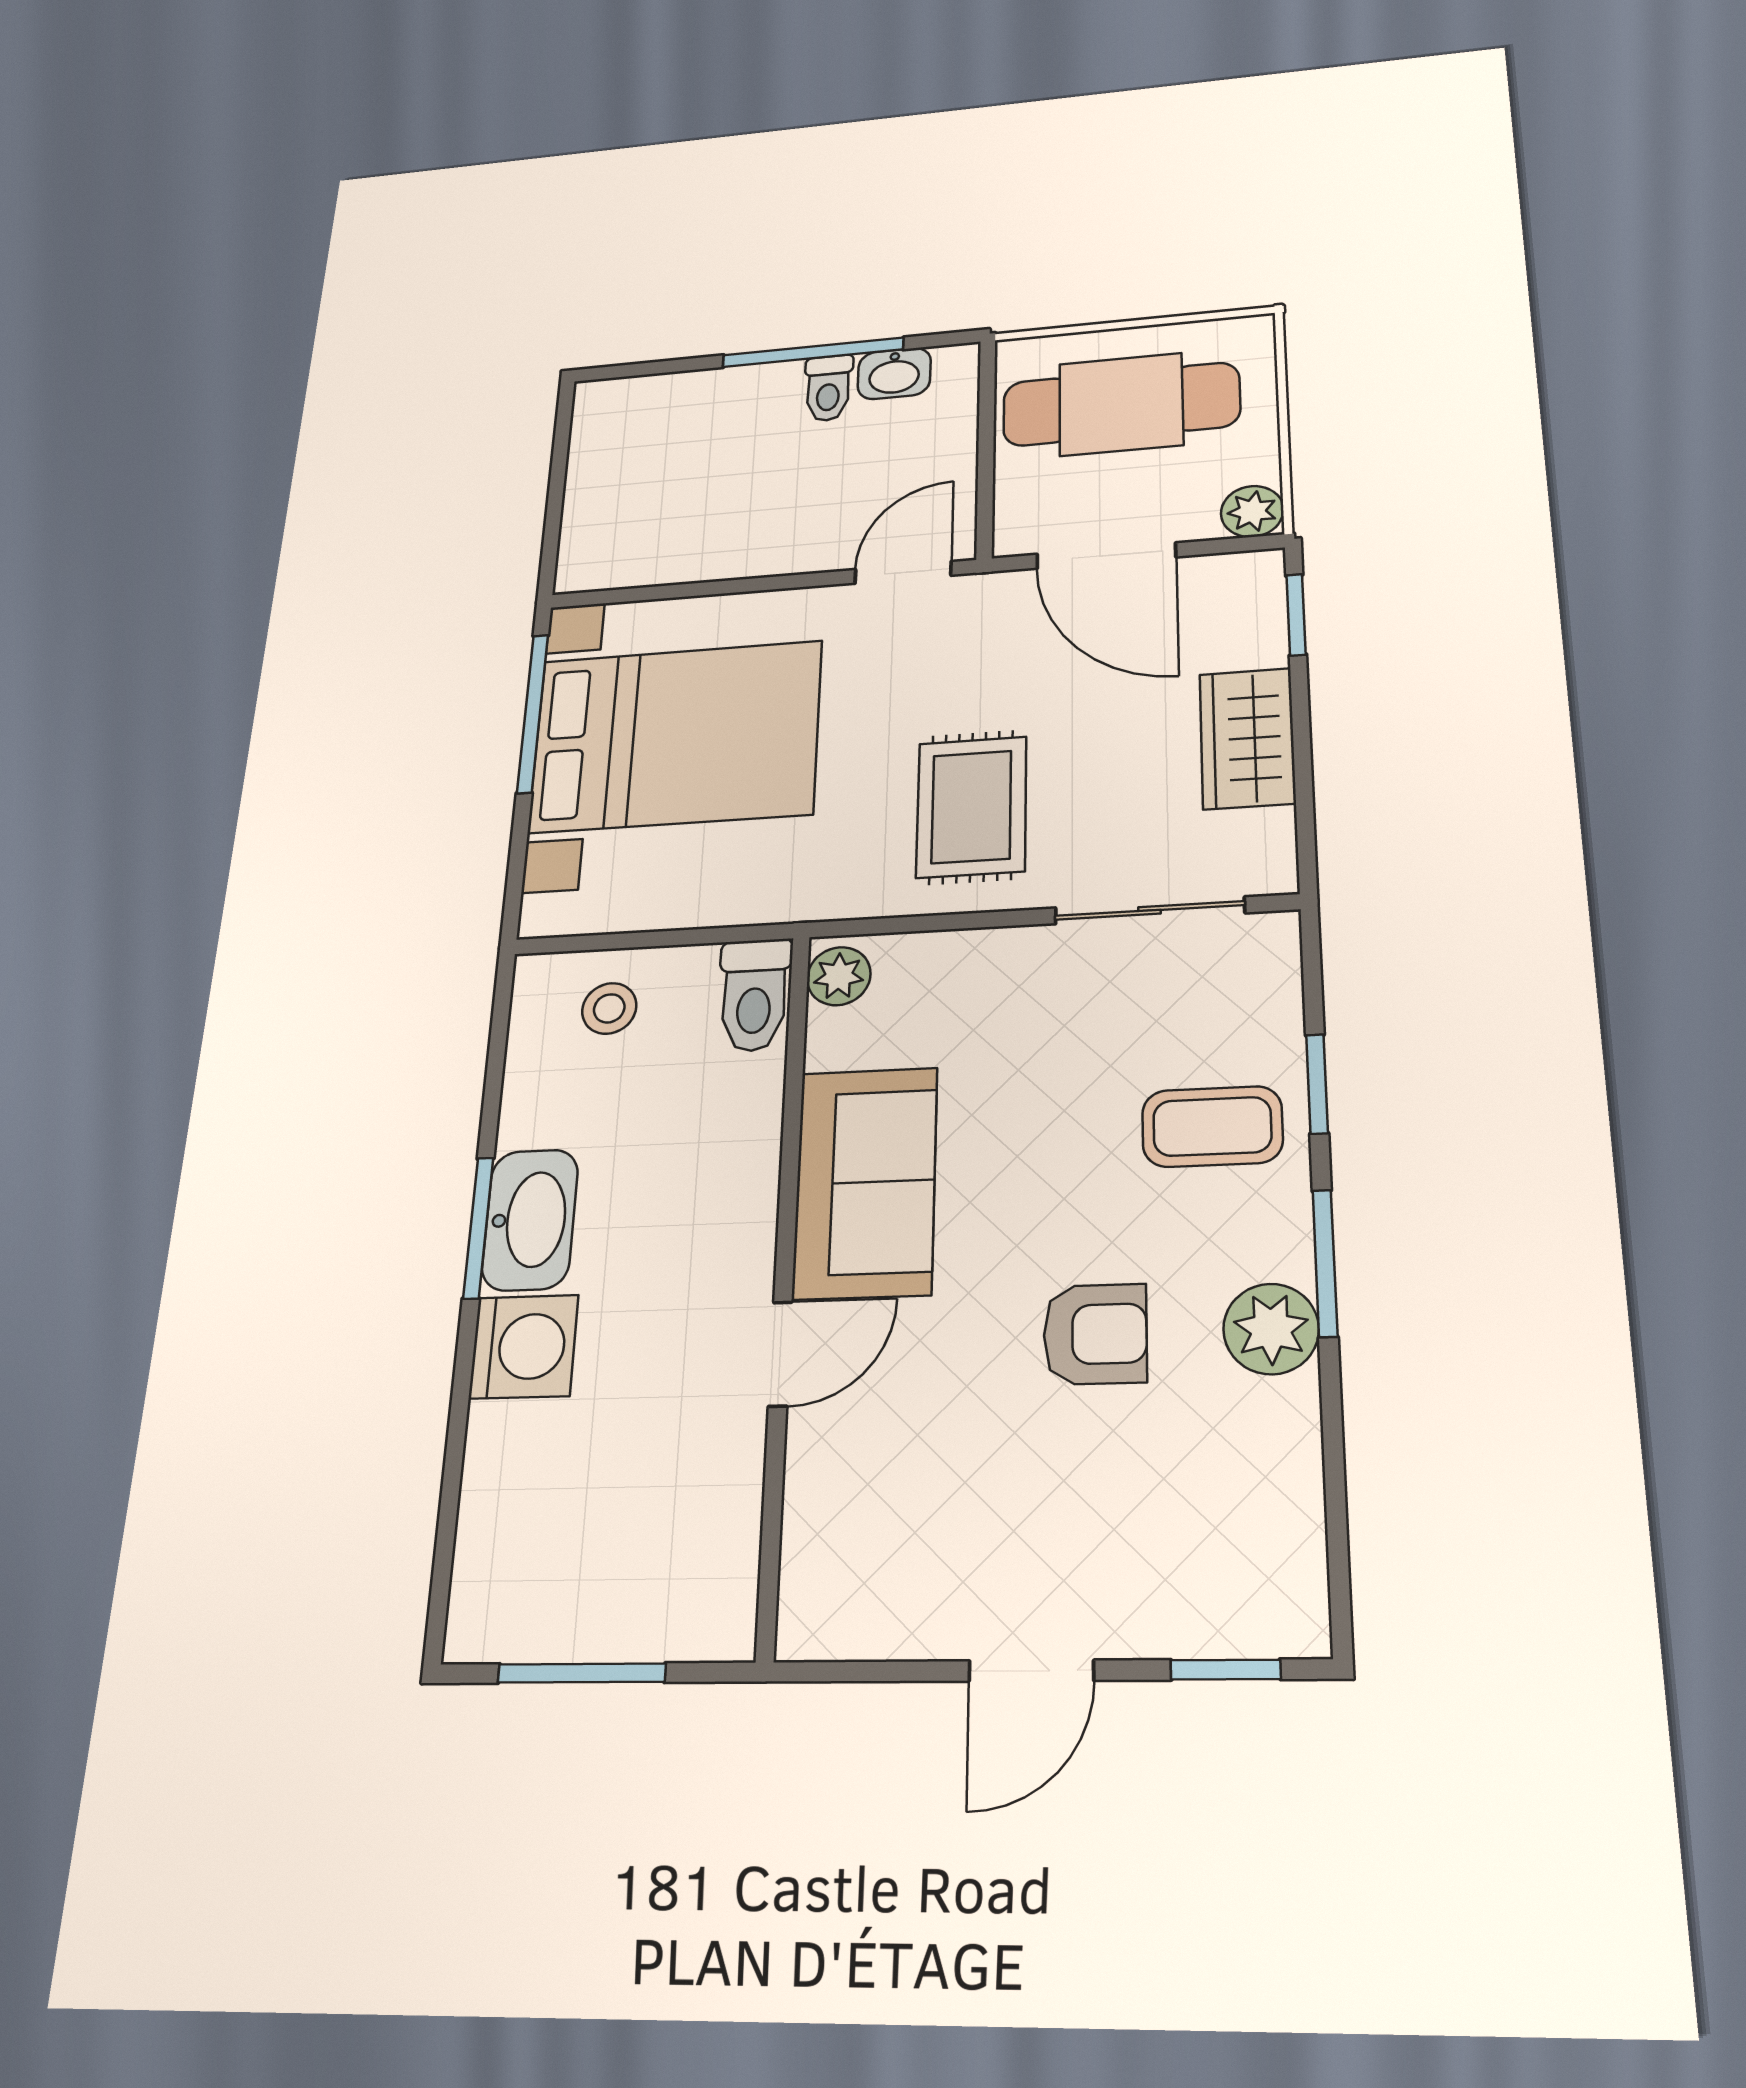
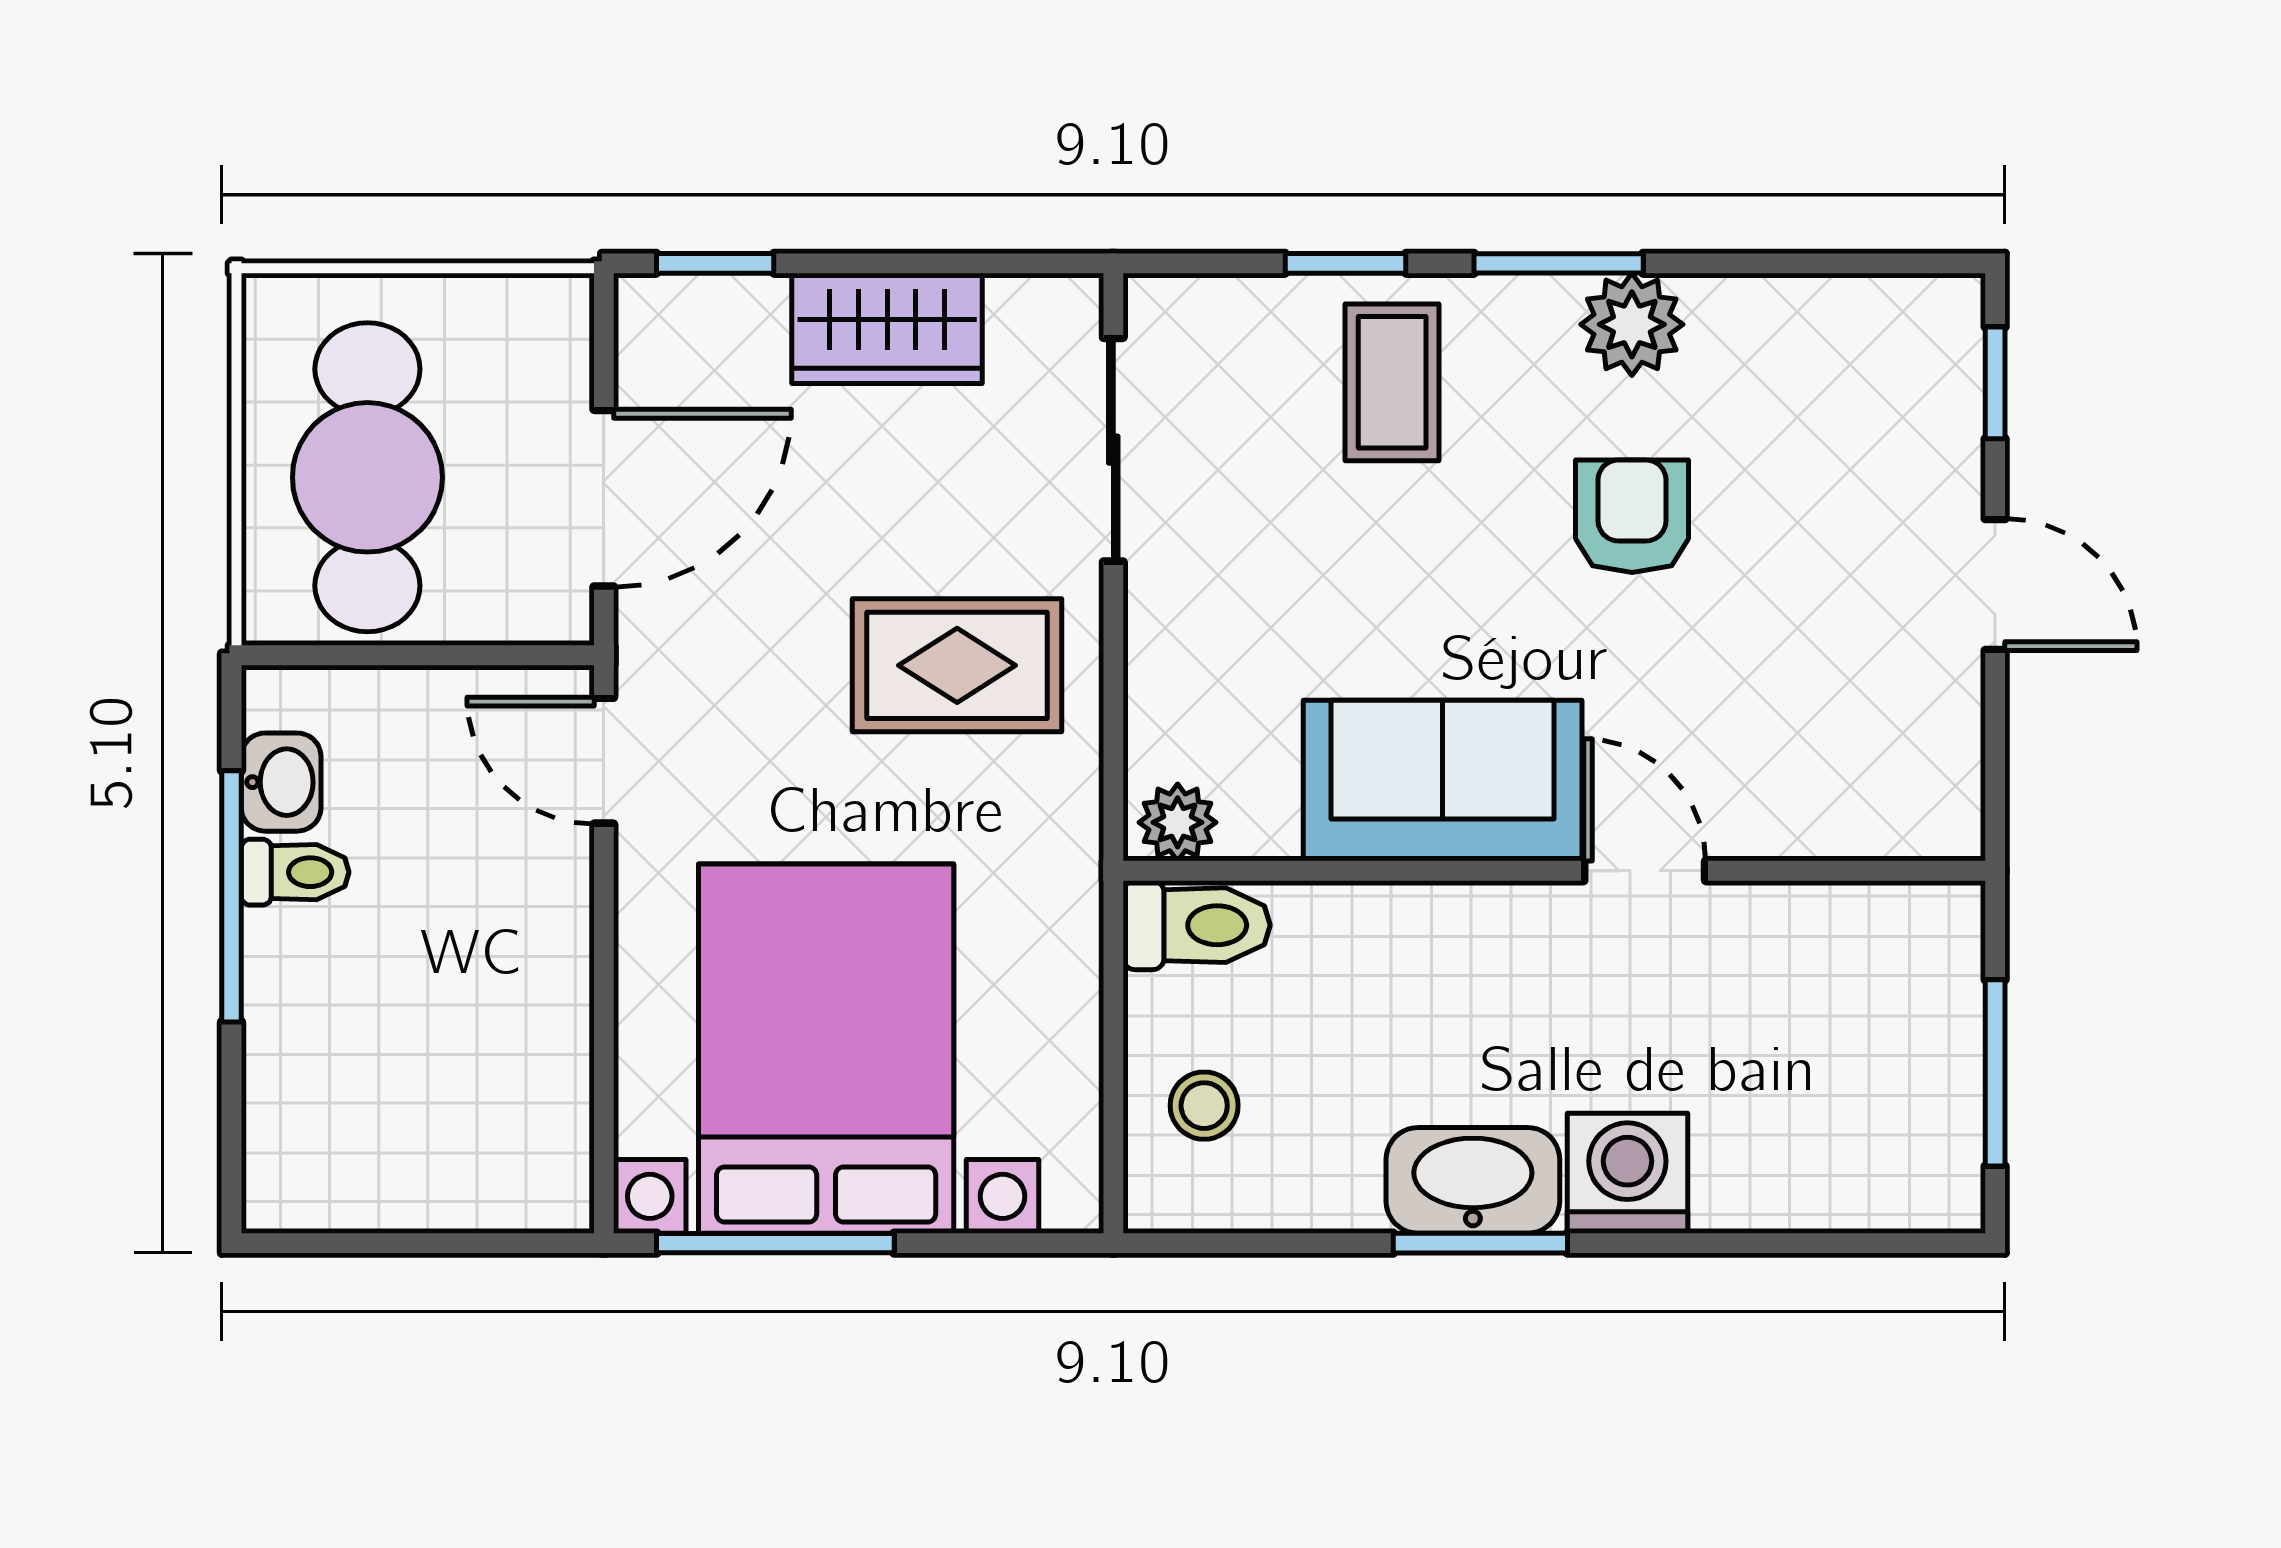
plant: (1252, 511) -> (555, 312), removed

